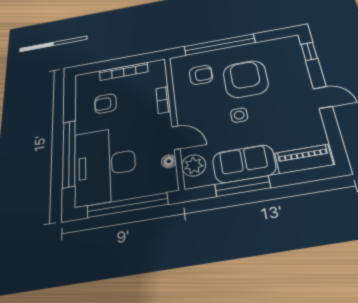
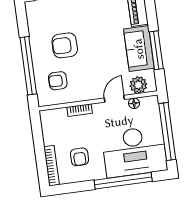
bookcase: (124, 71) -> (52, 166), moved
armchair: (201, 75) -> (58, 81), turned -90
armchair: (246, 79) -> (65, 45), width x0.73, depth x0.73
side table: (239, 115) -> (98, 51), removed

